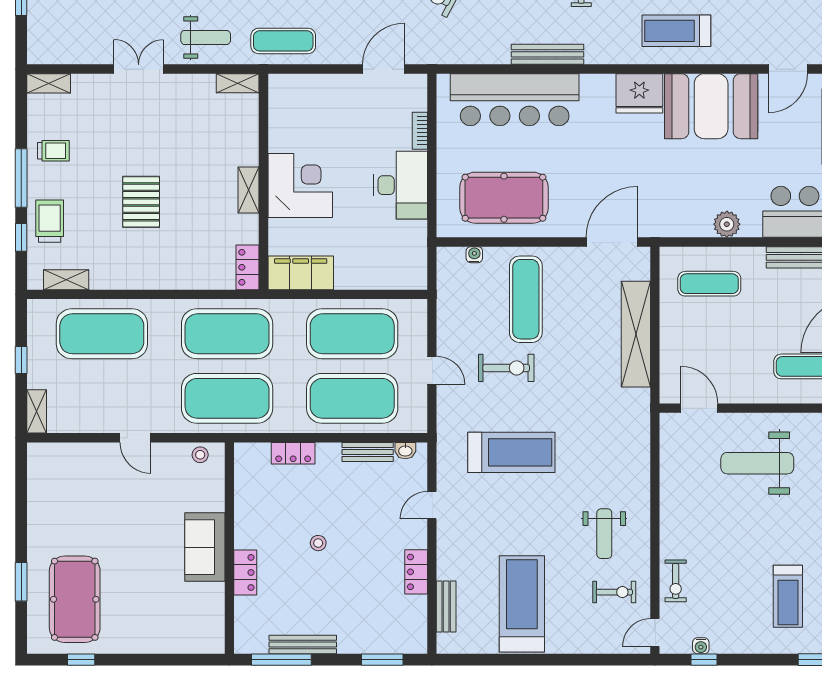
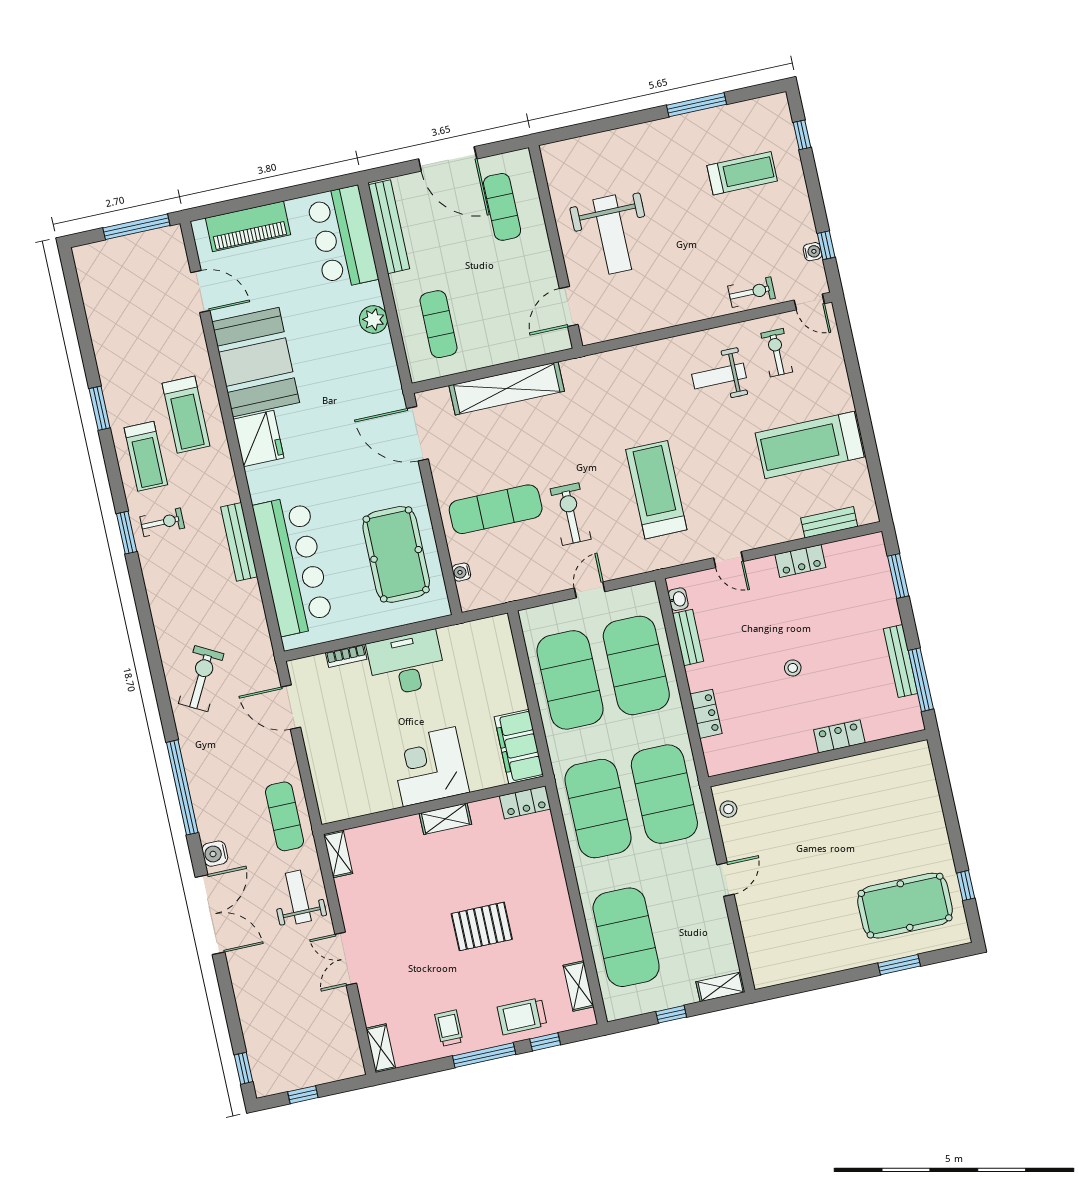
weight bench: (604, 534) -> (719, 376), turned 180
sofa: (205, 547) -> (822, 784), removed

